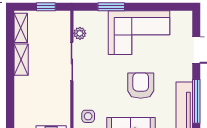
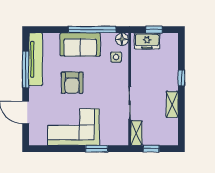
shelving: (21, 28) -> (136, 133), moved
plant: (80, 33) -> (123, 126), removed
window: (10, 91) -> (181, 78), added

